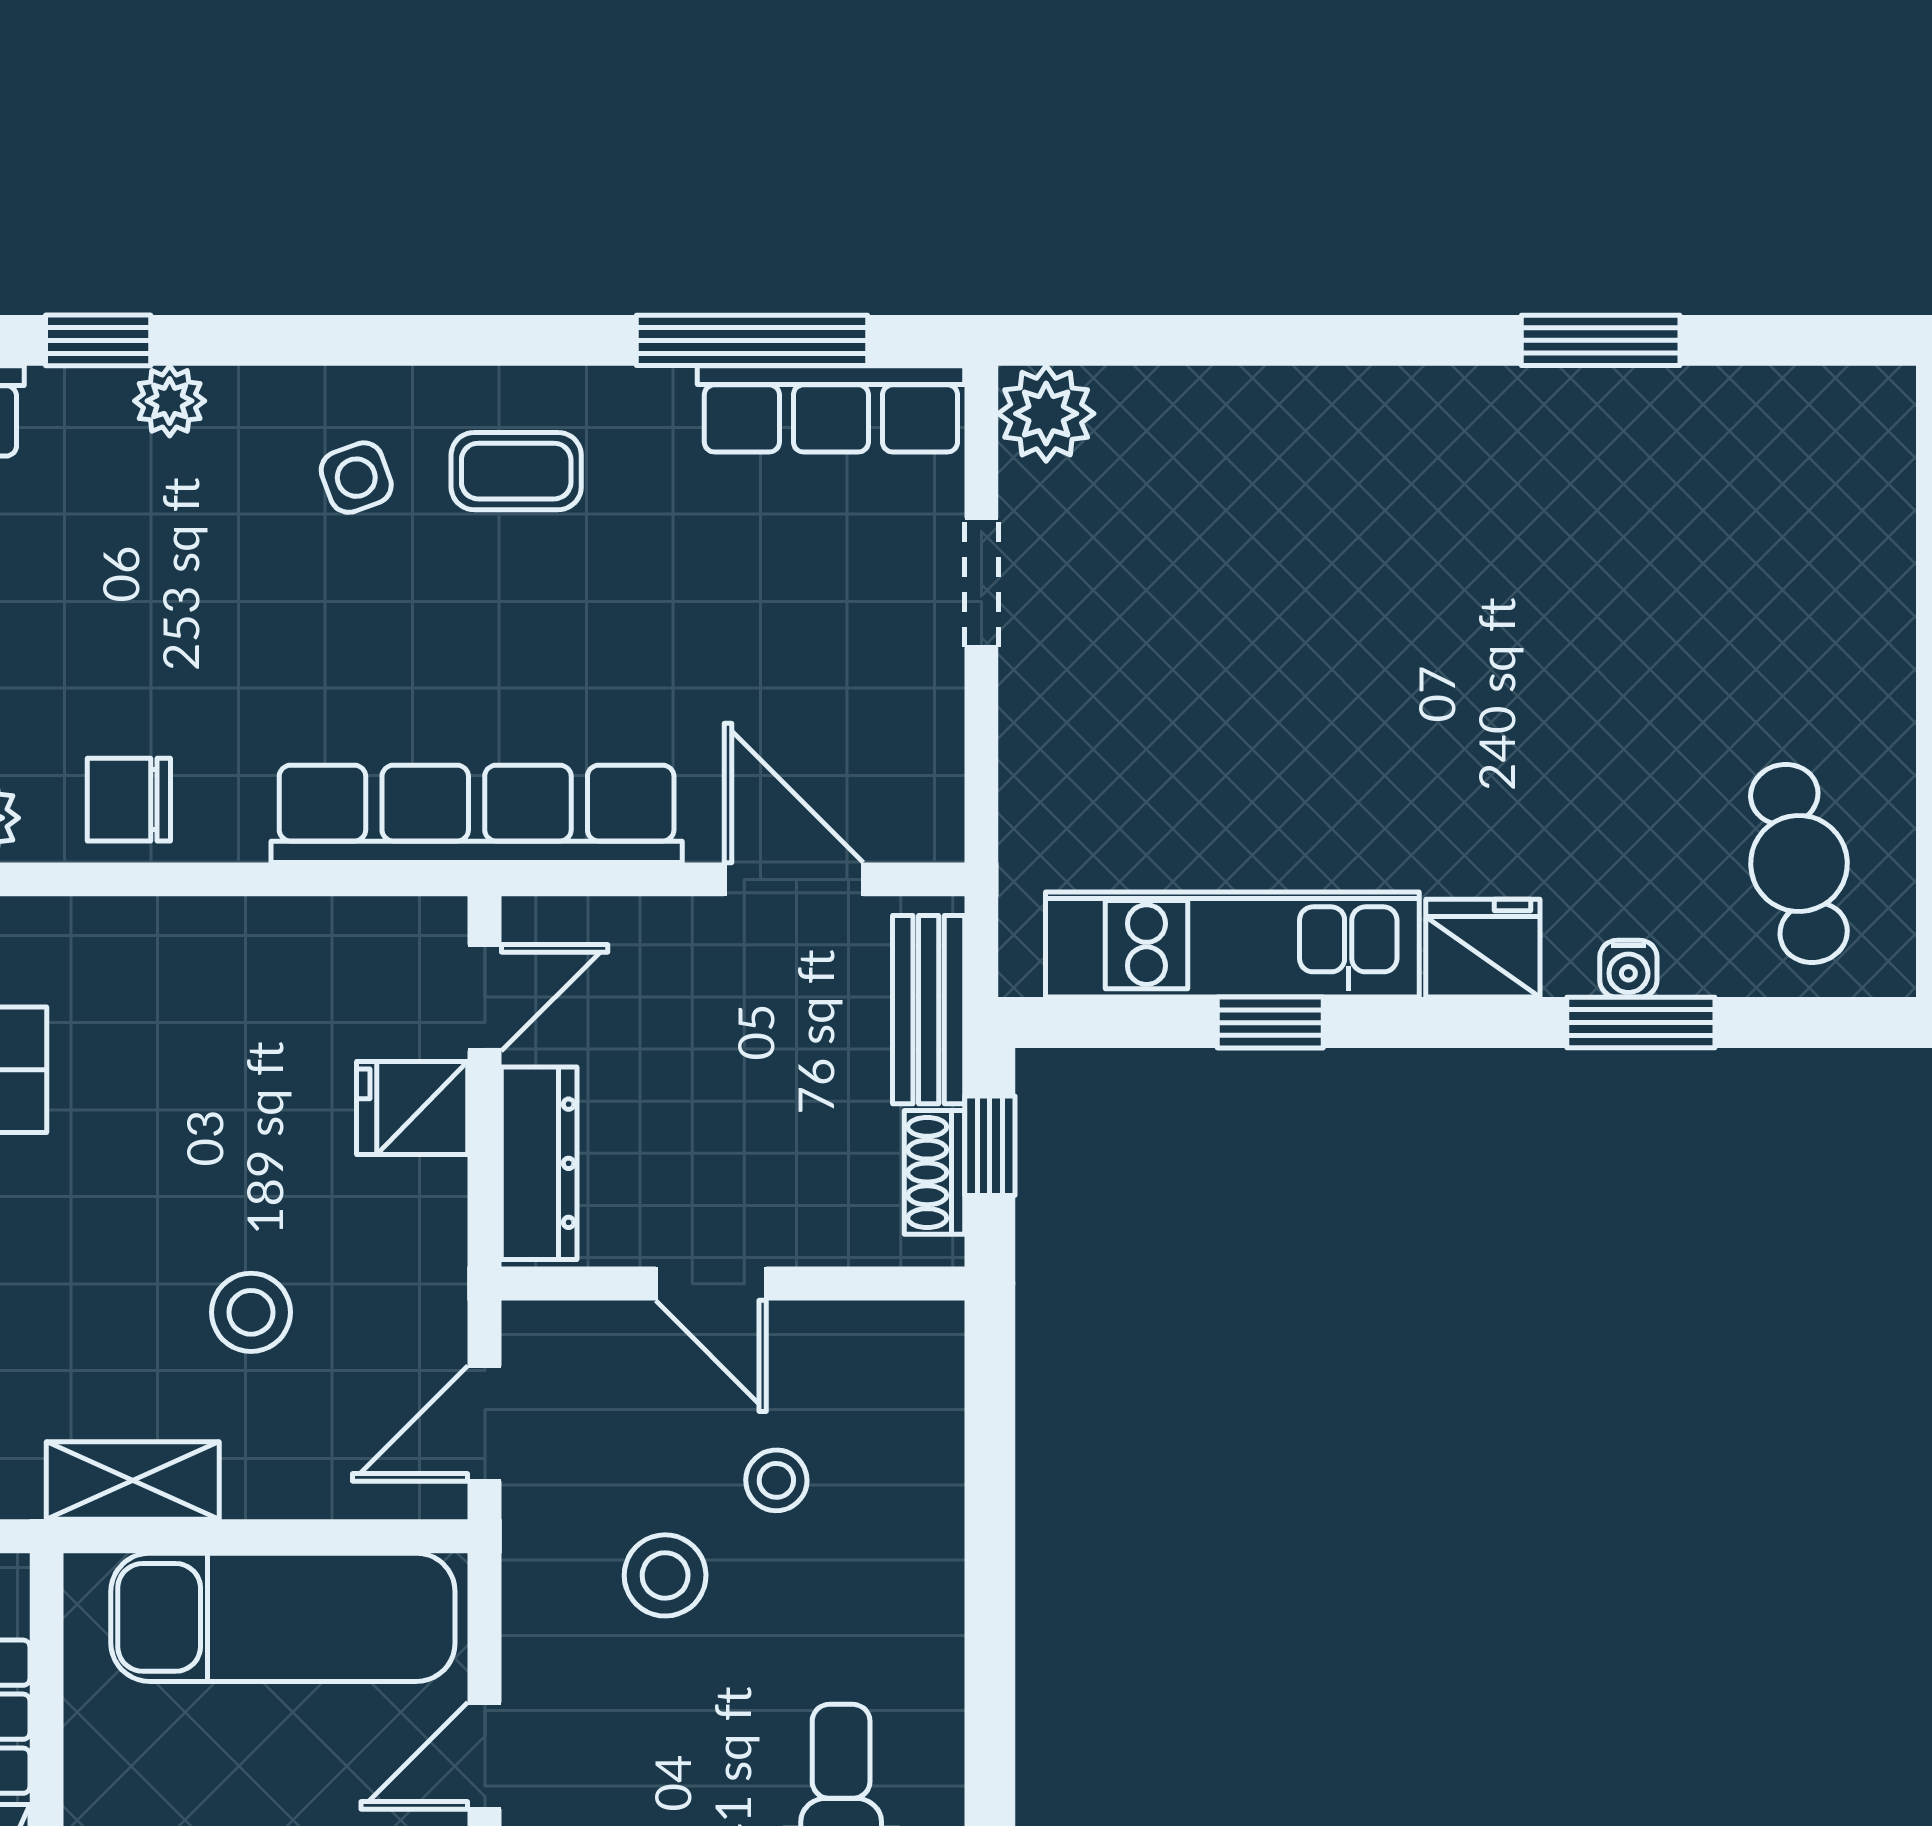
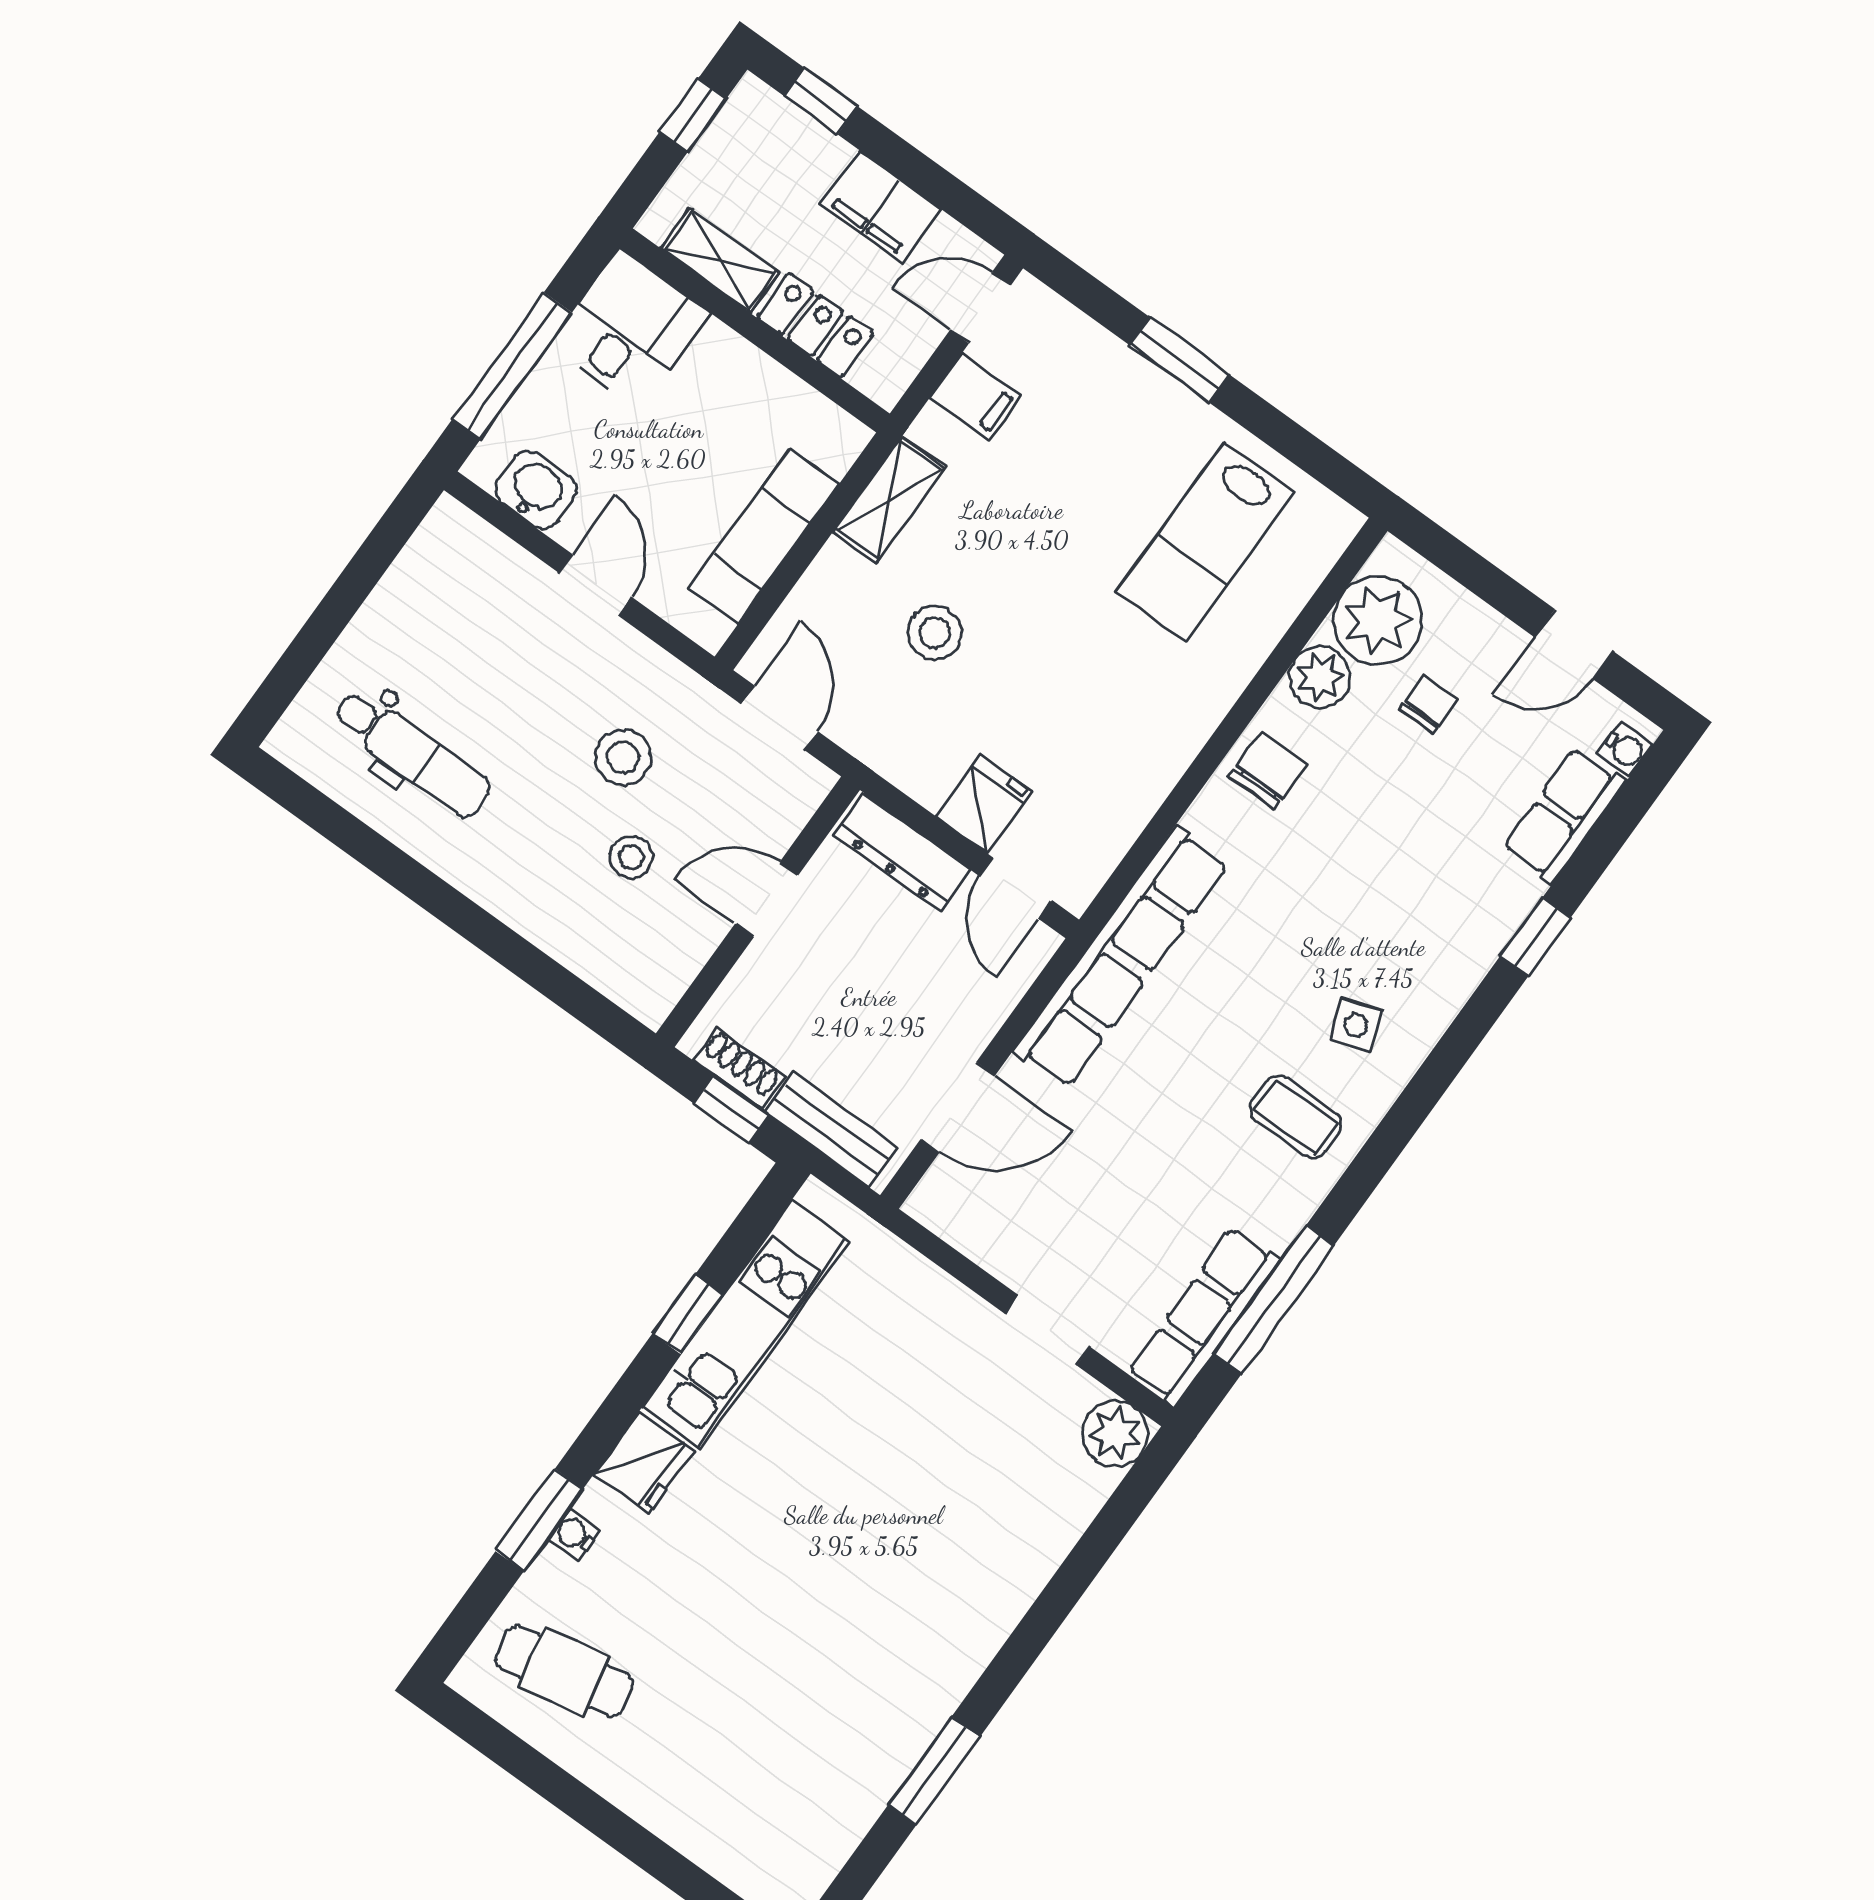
plant: (170, 401) -> (1473, 952), removed
coffee table: (516, 471) -> (1296, 1117), turned 90
exam couch: (283, 1617) -> (764, 536), width x0.73, depth x0.69

